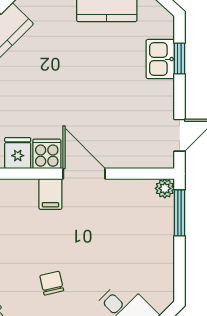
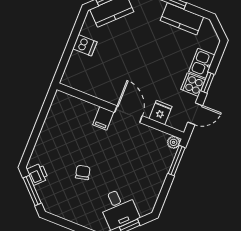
window: (180, 58) -> (207, 83), moved
fridge: (18, 153) -> (161, 113), moved
cooker: (47, 154) -> (193, 85), moved, turned -90

